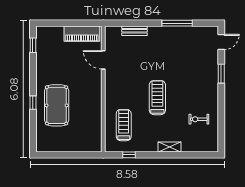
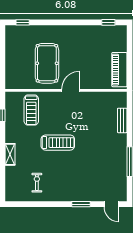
door: (103, 60) -> (71, 90), moved
window: (33, 103) -> (23, 22), moved
pool table: (57, 105) -> (47, 63), moved, turned 90
treadmill: (124, 125) -> (31, 110), turned 90

